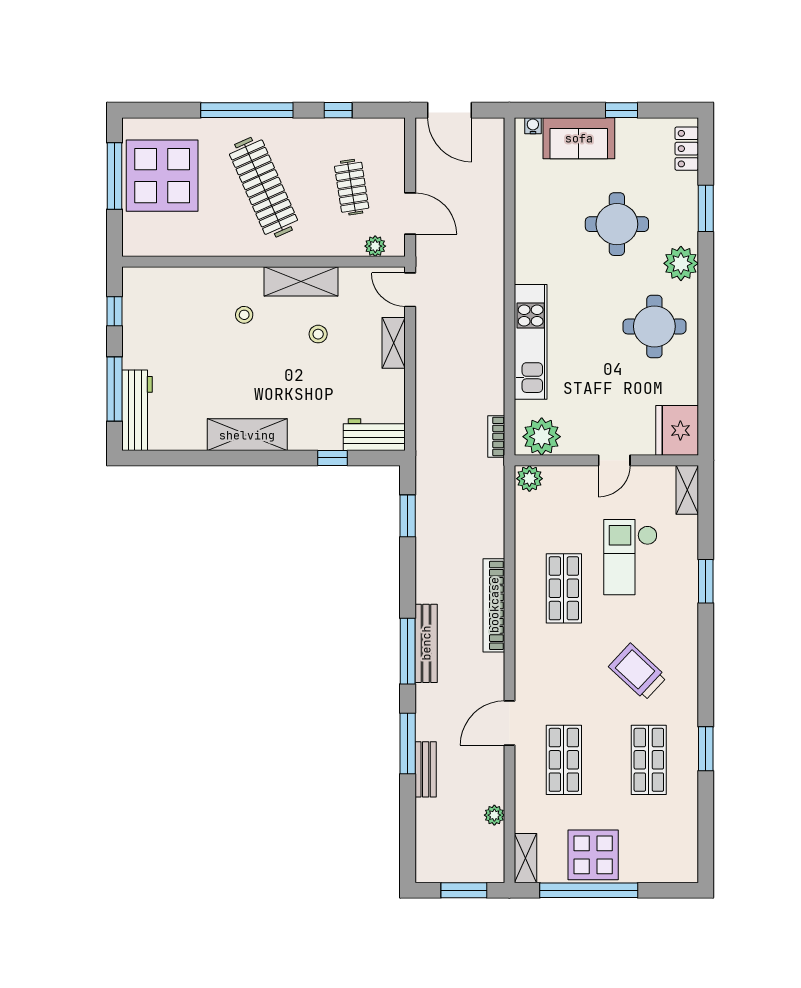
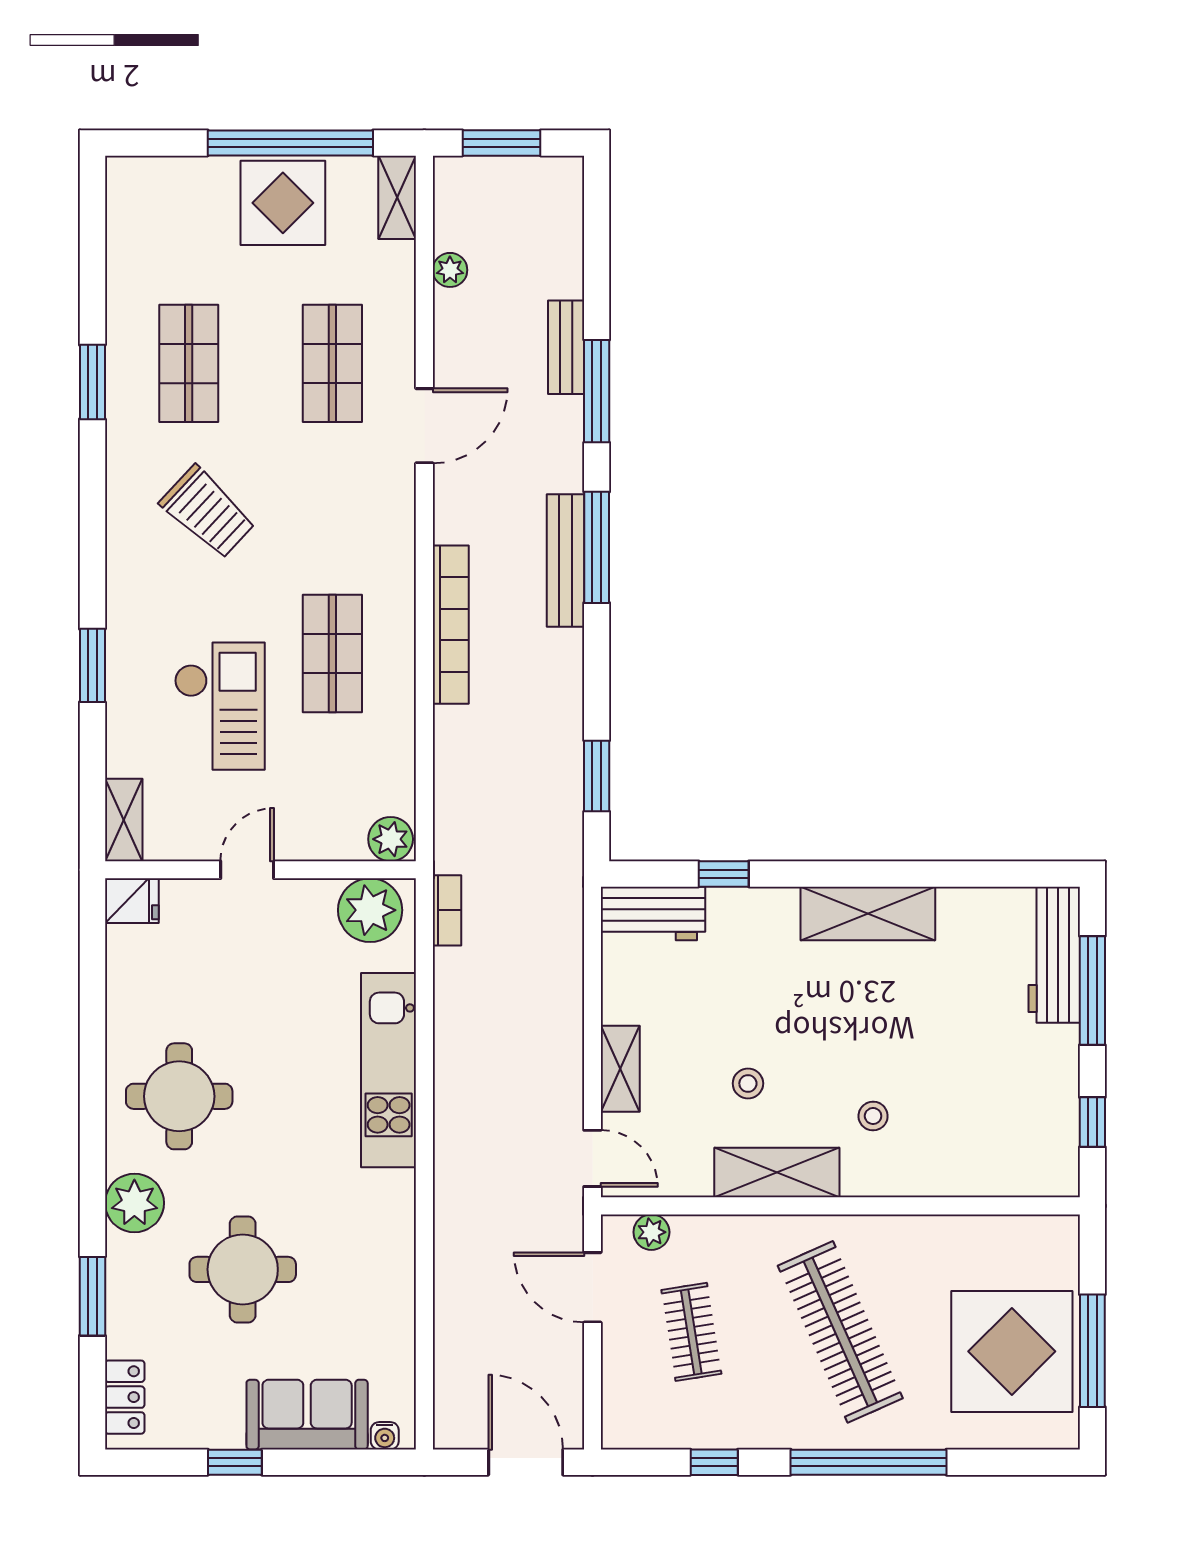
fridge: (677, 430) -> (132, 901), width x0.53, depth x0.75

